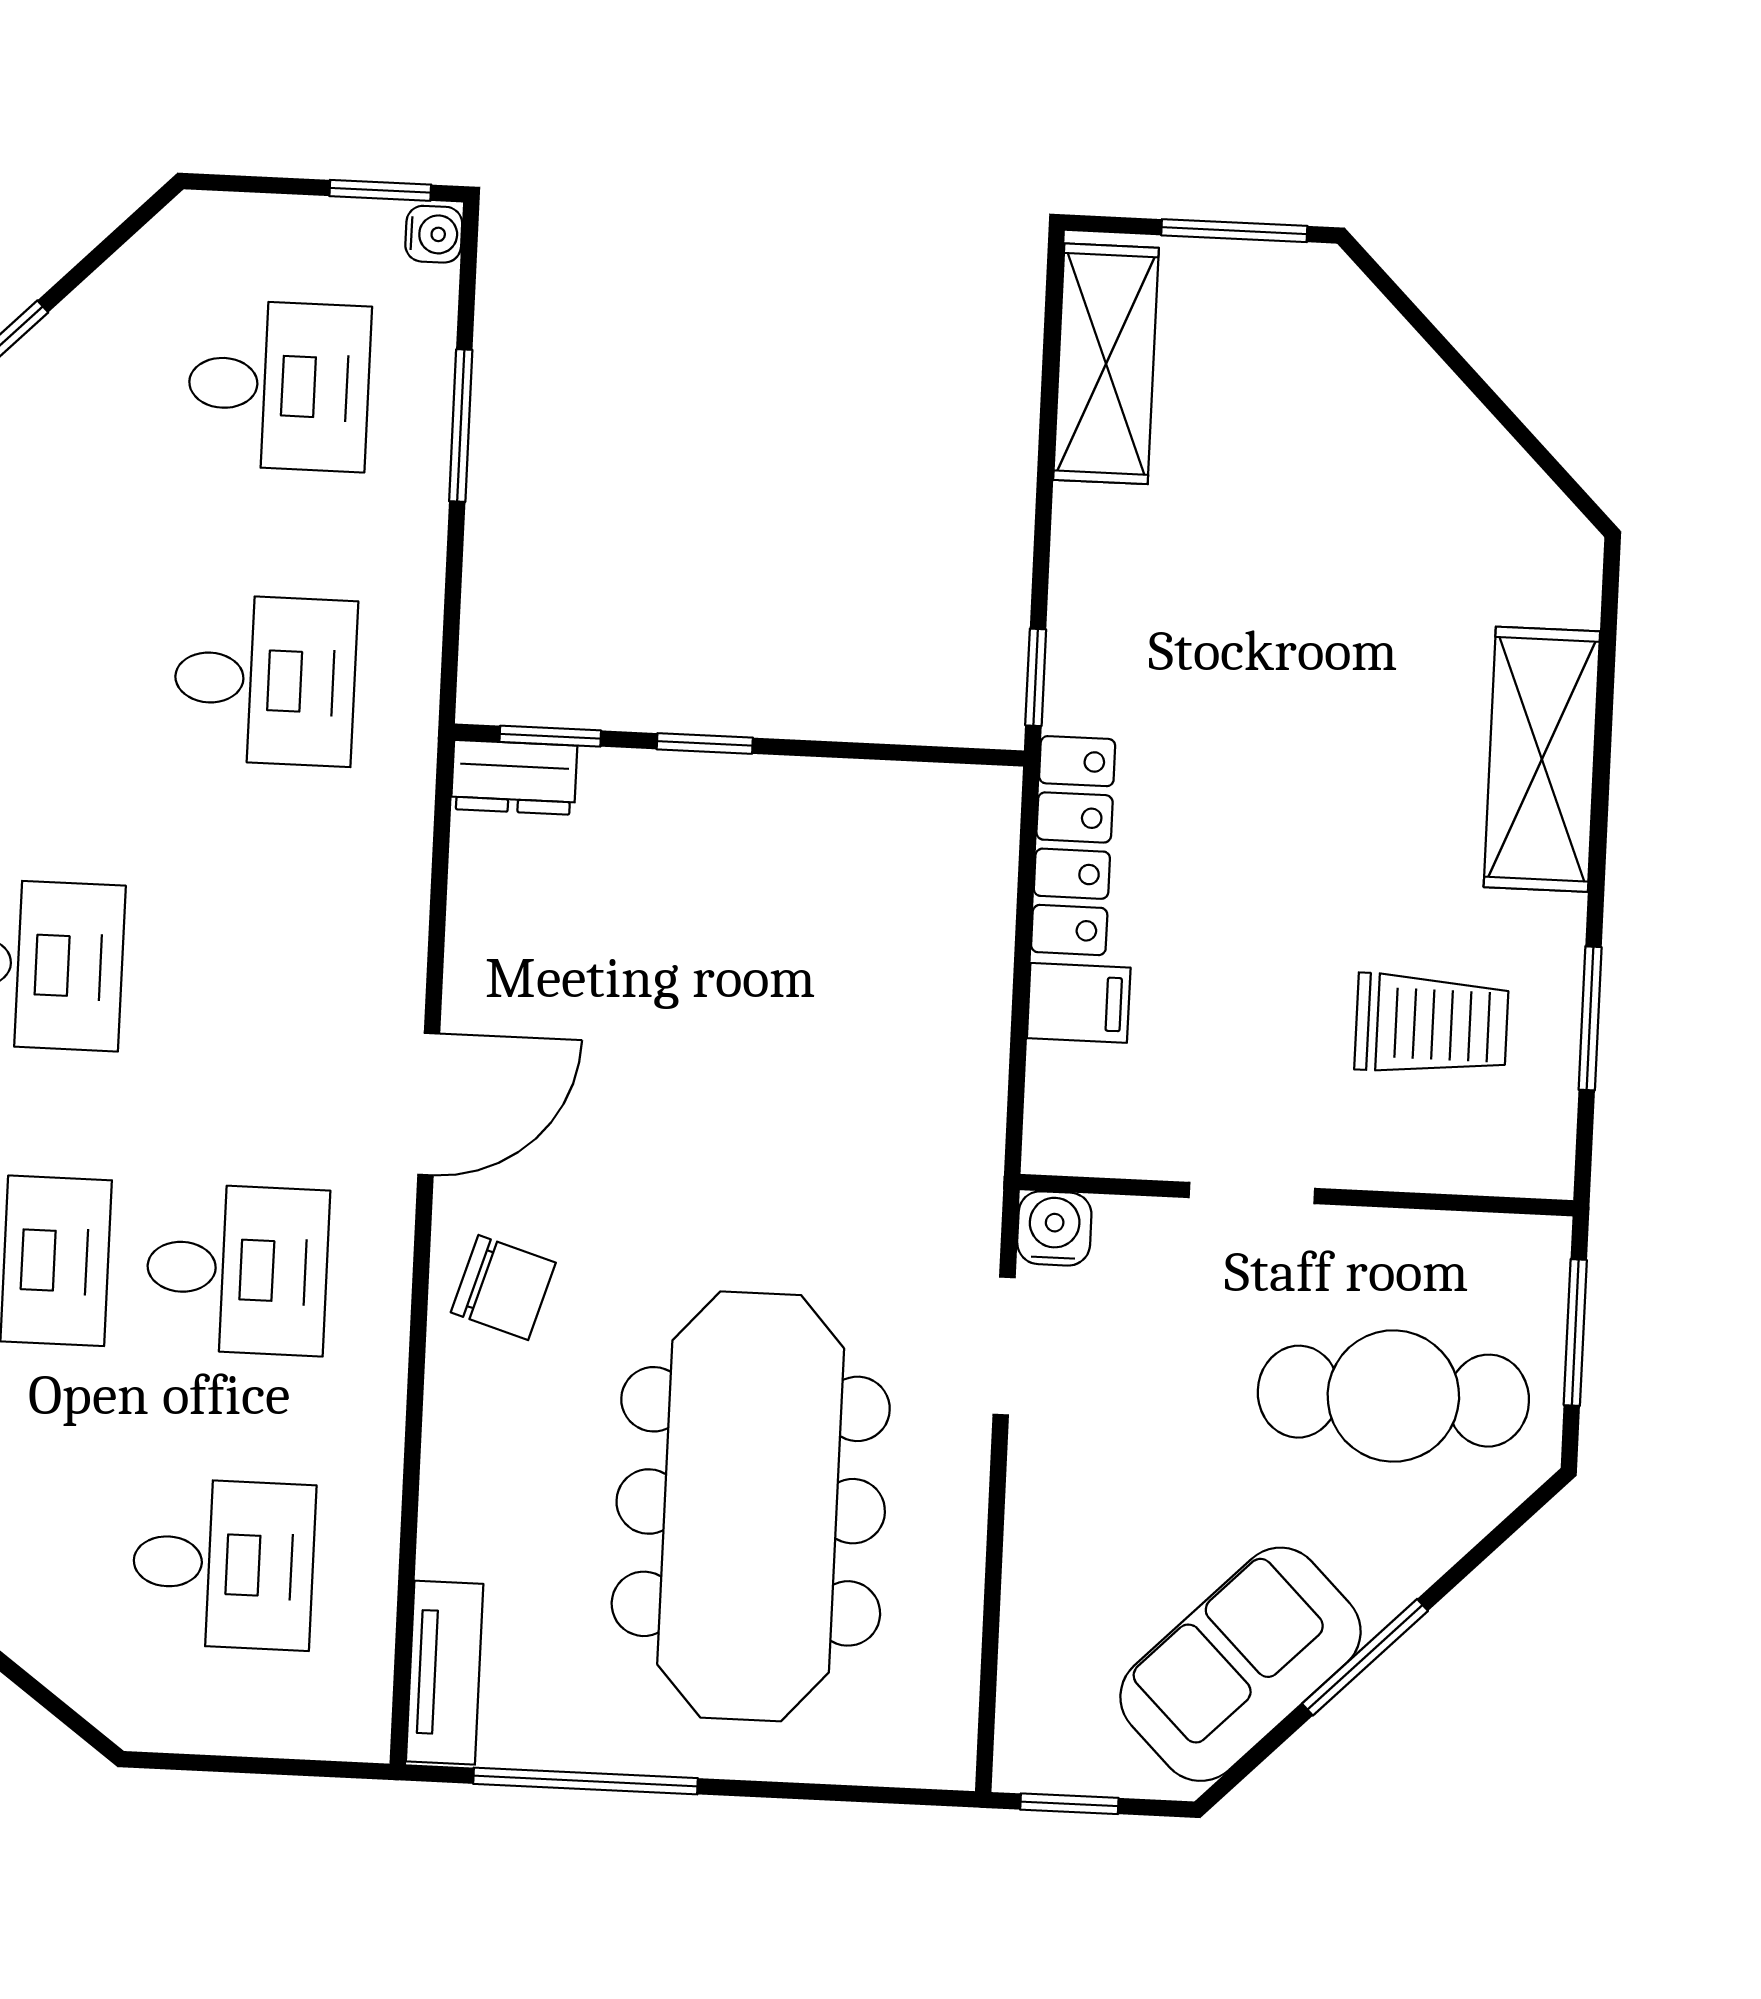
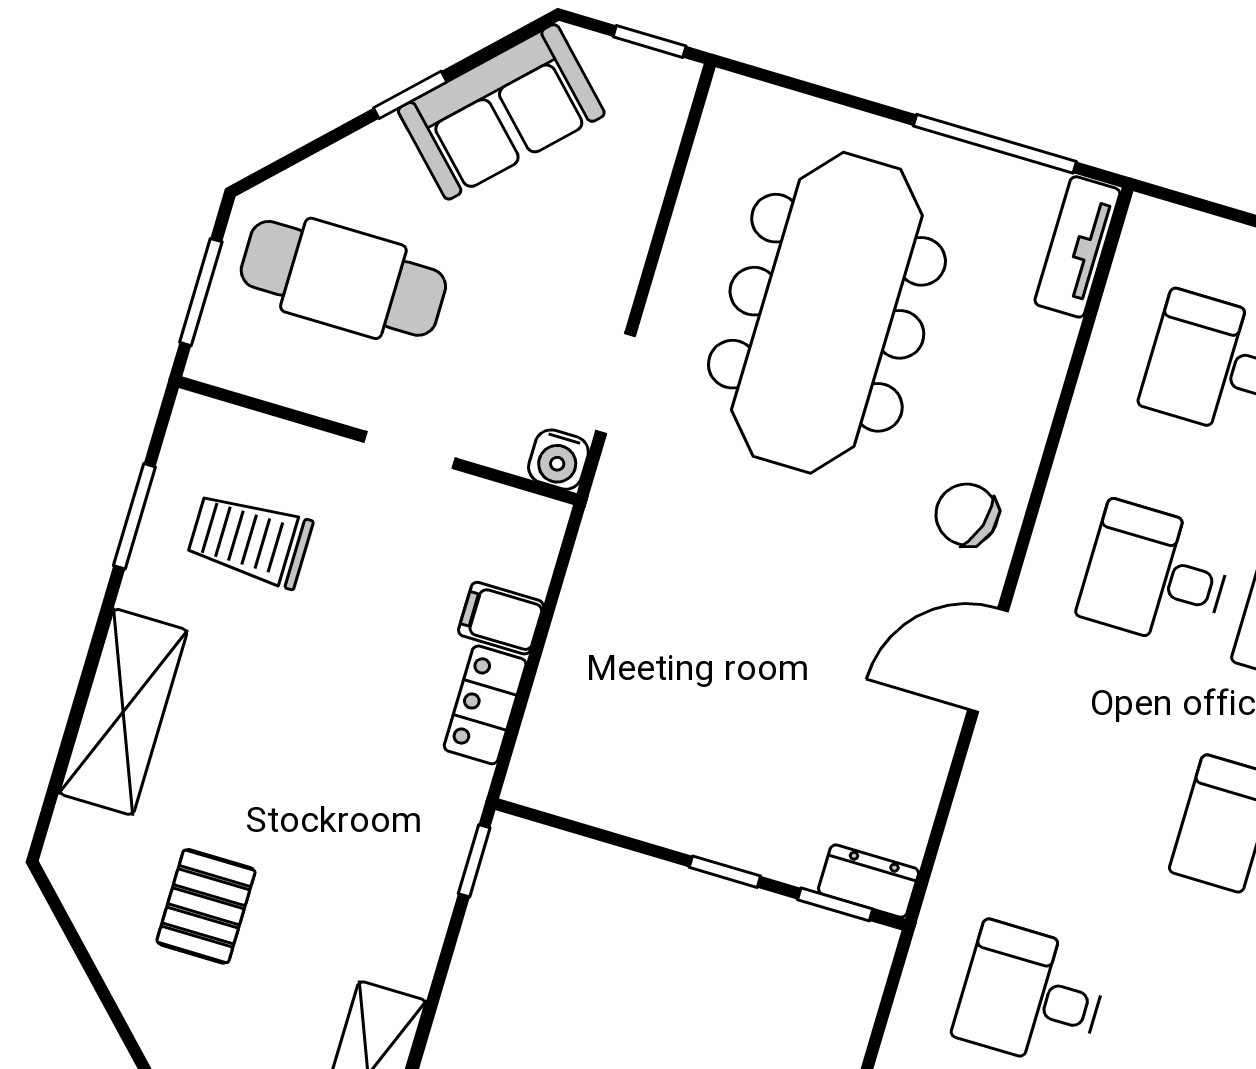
pallet: (1371, 532) -> (206, 906), added
locker: (1073, 846) -> (485, 705), width x0.66
window: (1365, 1657) -> (410, 95), width x0.67

